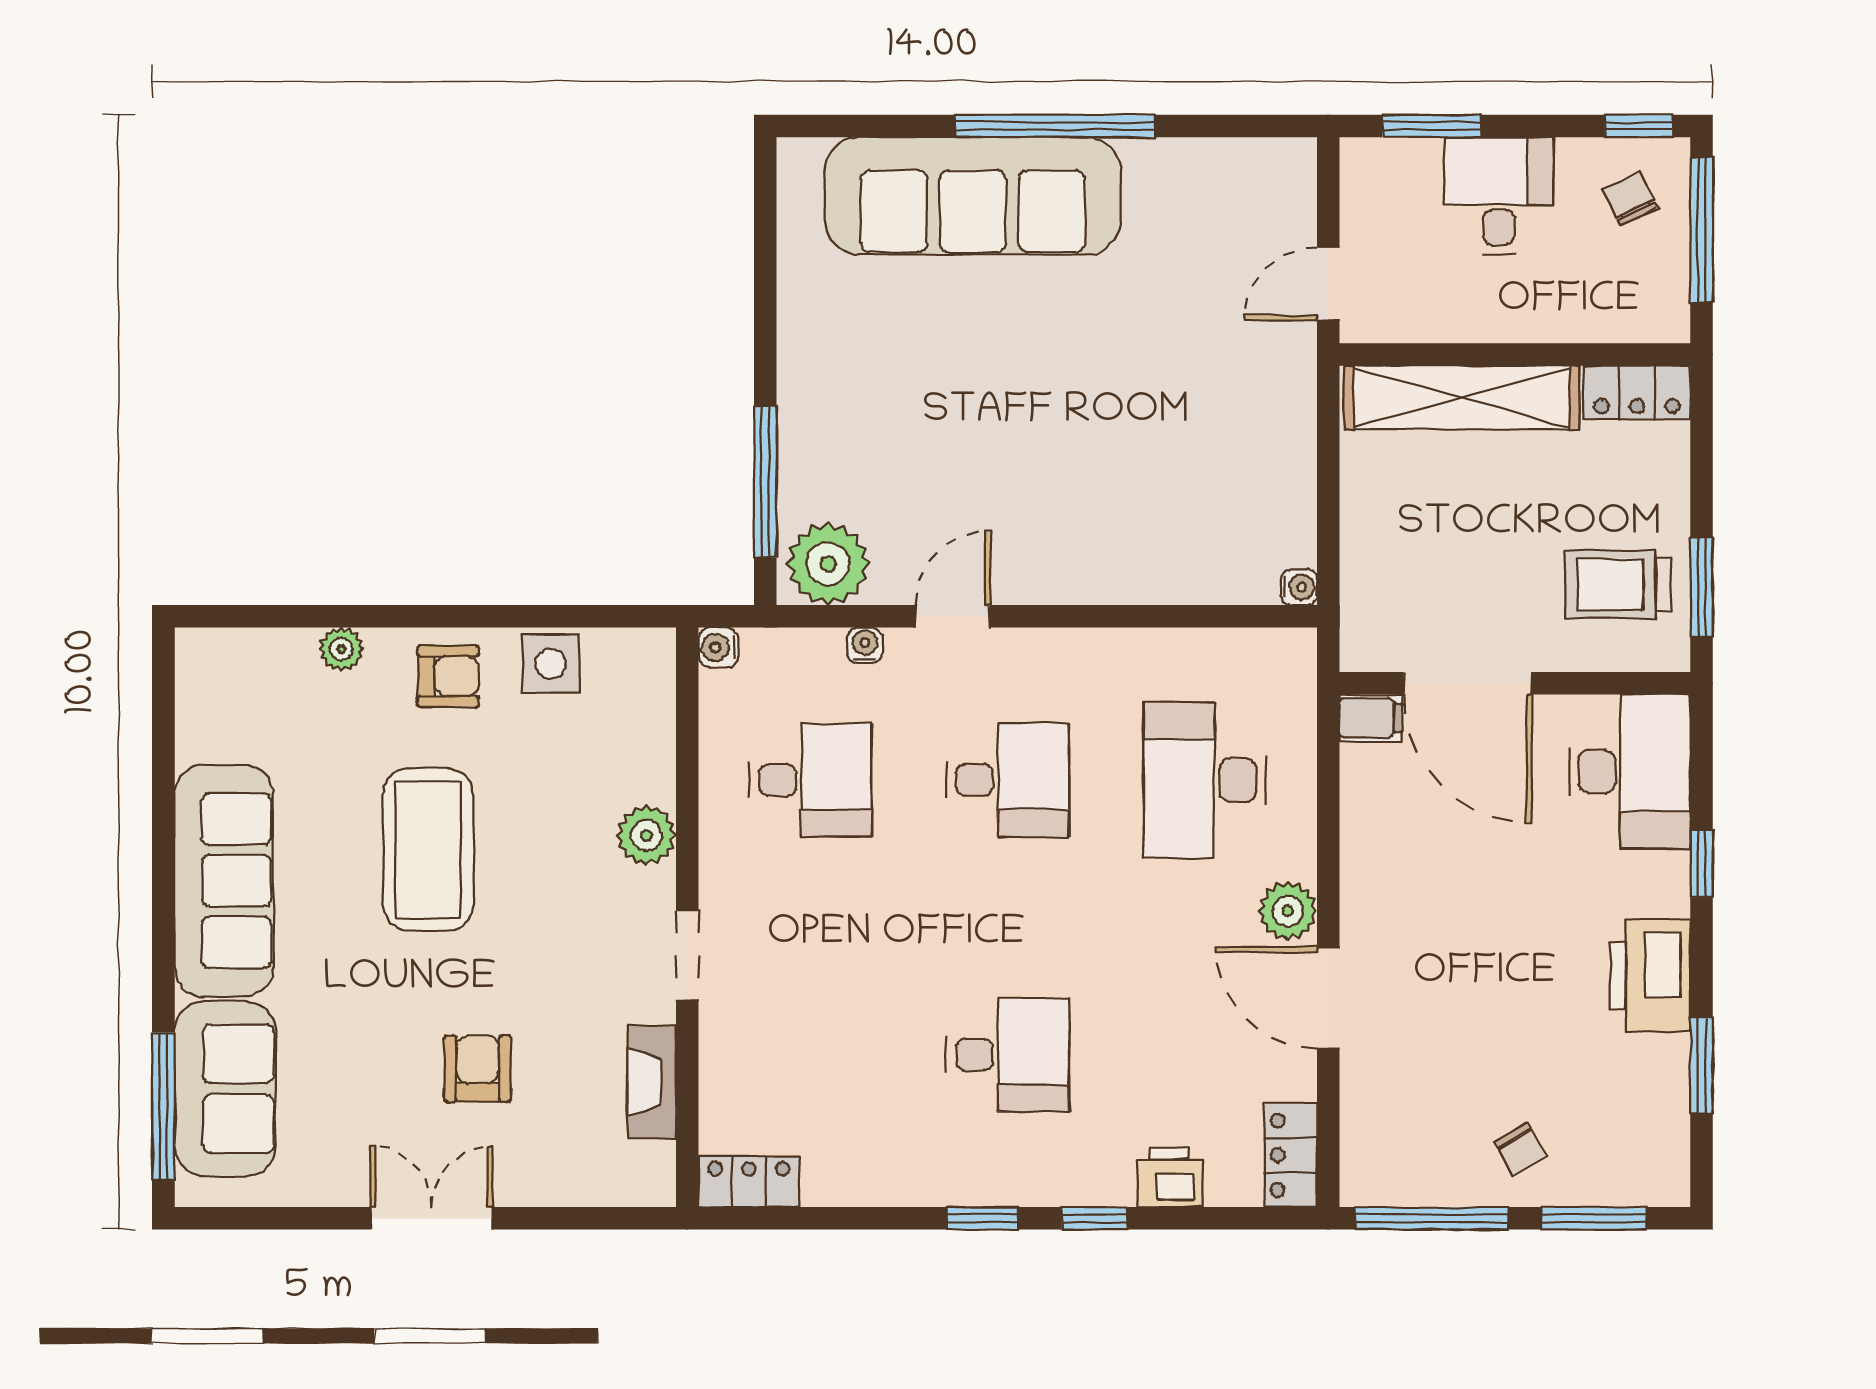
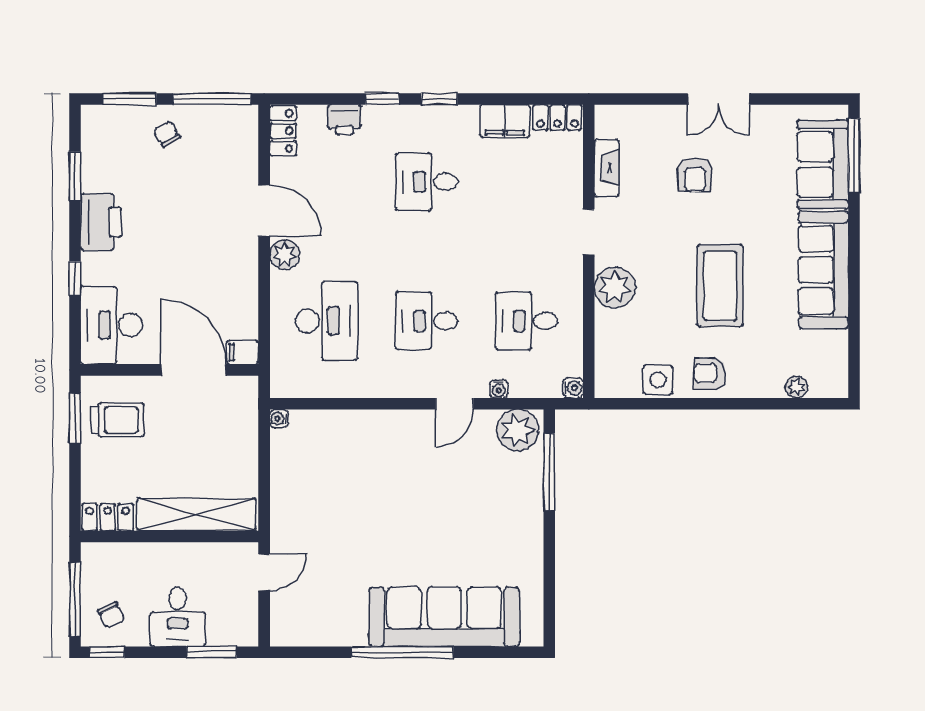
plant: (341, 649) -> (796, 387), moved
plant: (647, 835) -> (615, 287), width x1.36, depth x1.36
filing cabinet: (853, 1175) -> (505, 121), added

